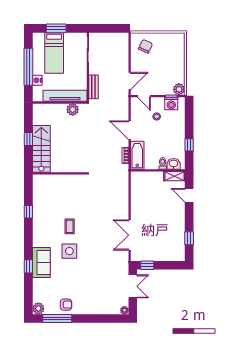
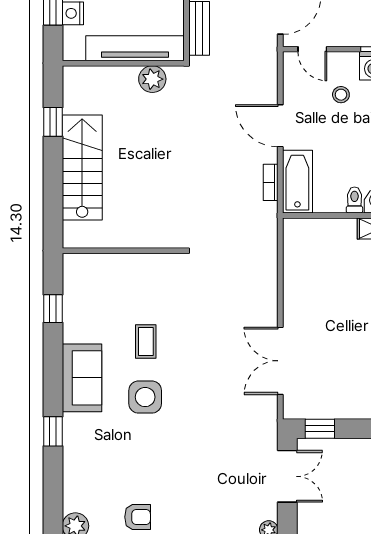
window: (28, 139) -> (53, 122), moved
wall: (60, 173) -> (123, 251), moved
sofa: (41, 263) -> (82, 378), moved

